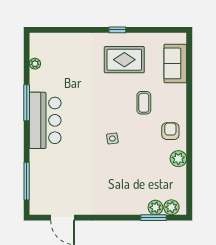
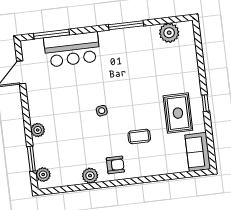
sofa: (175, 63) -> (198, 152), moved, turned -90
plant: (35, 64) -> (169, 33), width x1.88, depth x1.88
bar counter: (45, 120) -> (72, 49), moved
plant: (155, 207) -> (38, 130), moved

